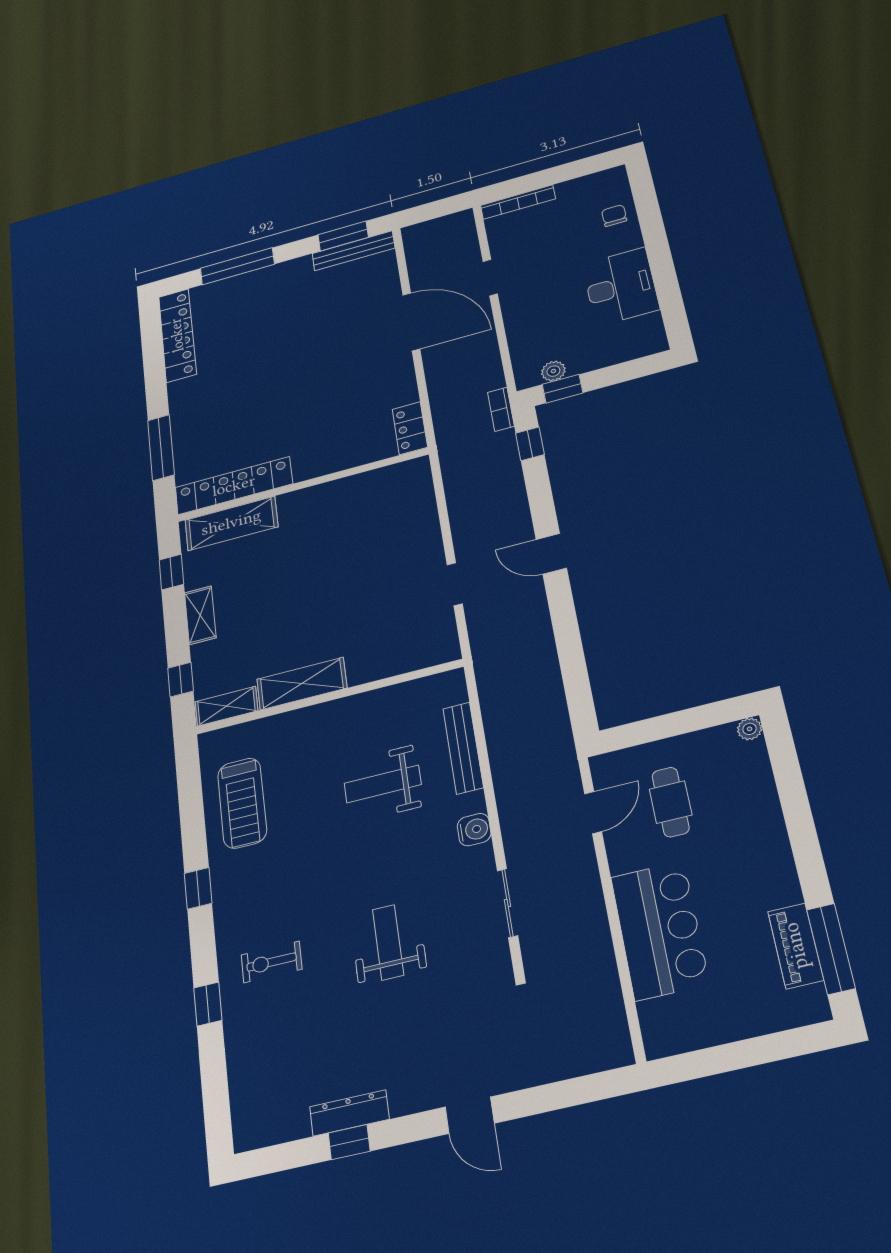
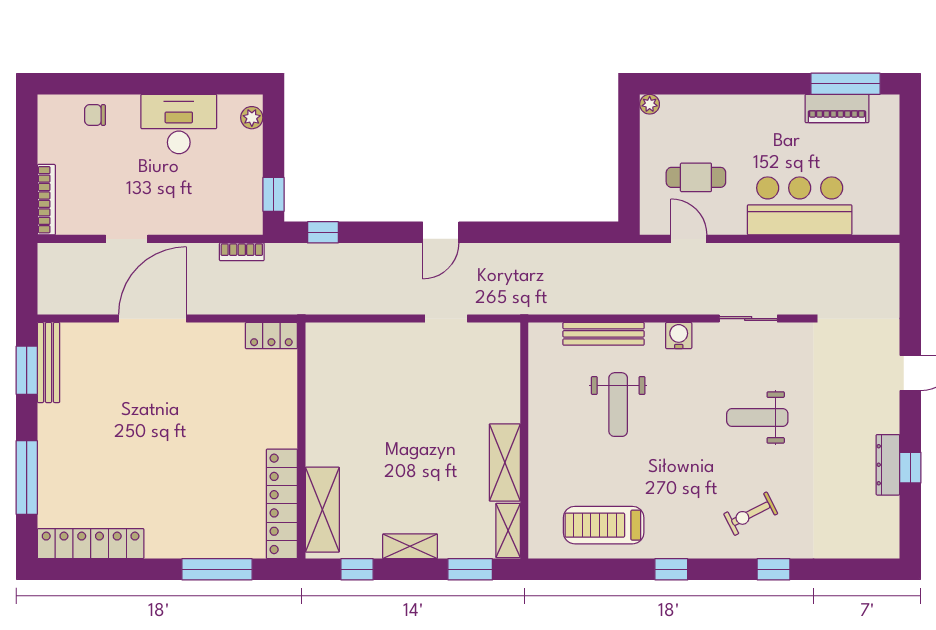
plant: (553, 371) -> (252, 118), moved
bookcase: (501, 409) -> (242, 252), moved
window: (181, 680) -> (470, 569), width x1.50
treadmill: (242, 803) -> (604, 525), turned 180
exercise bike: (272, 962) -> (751, 514), turned 63

